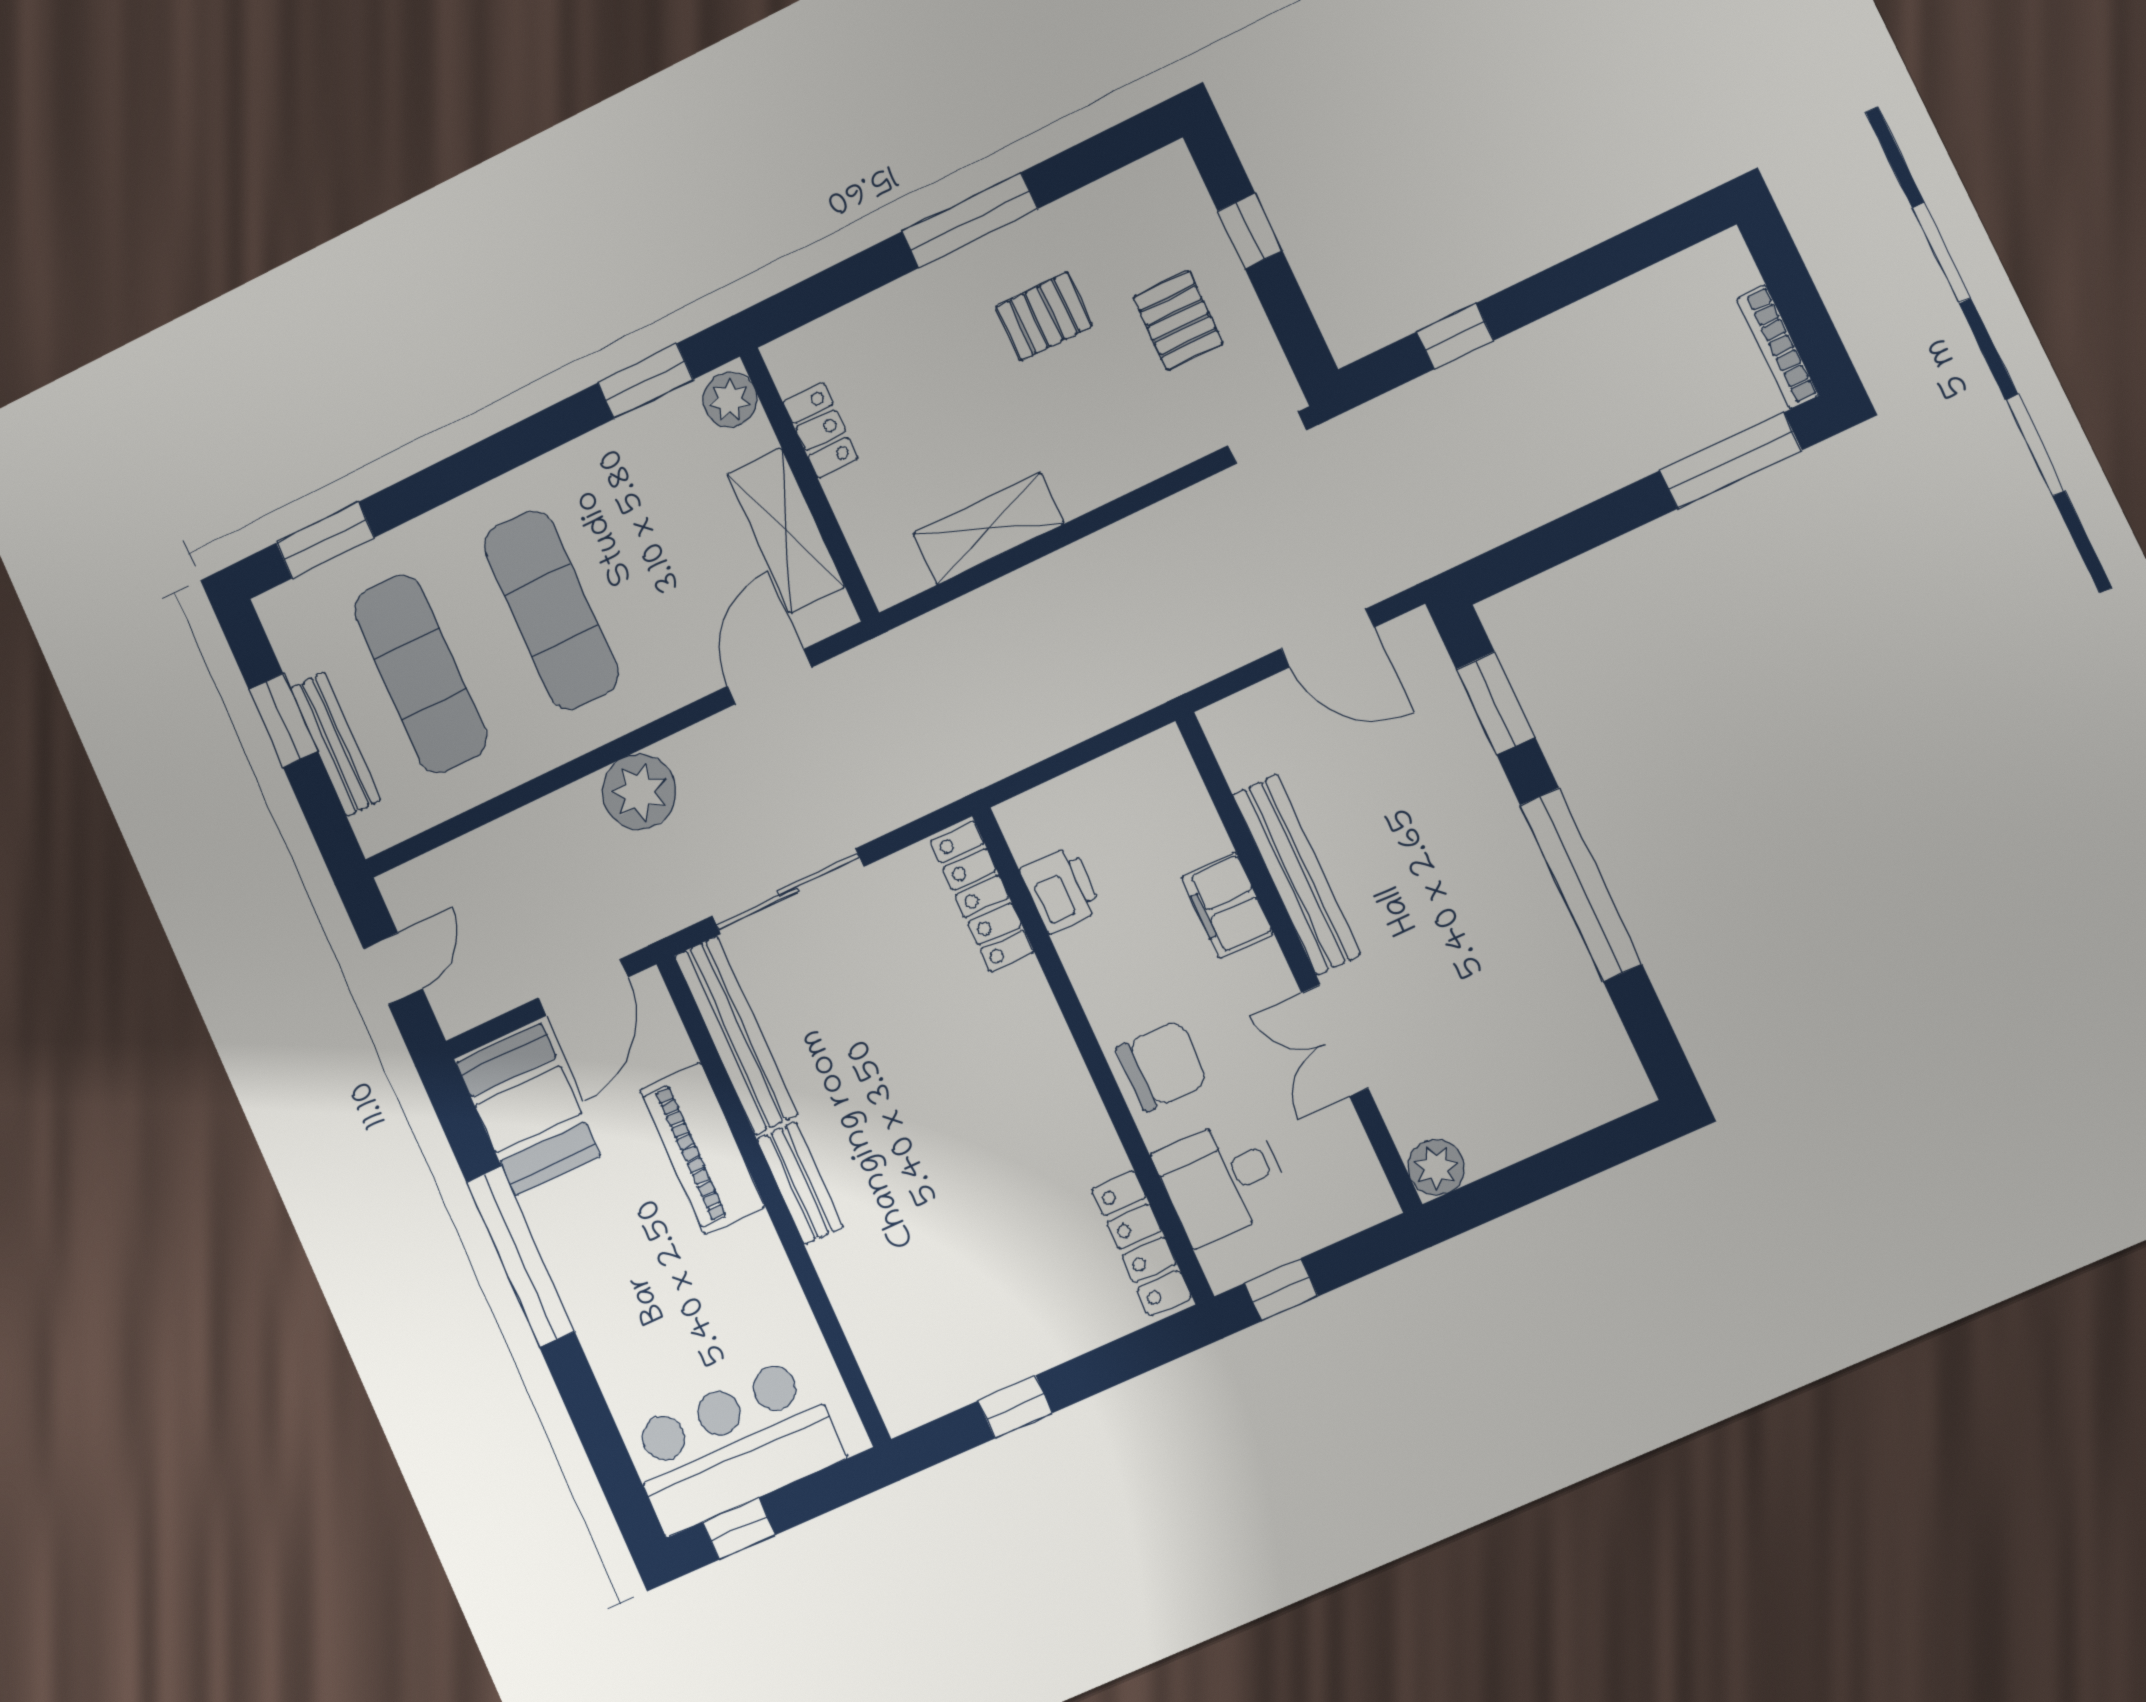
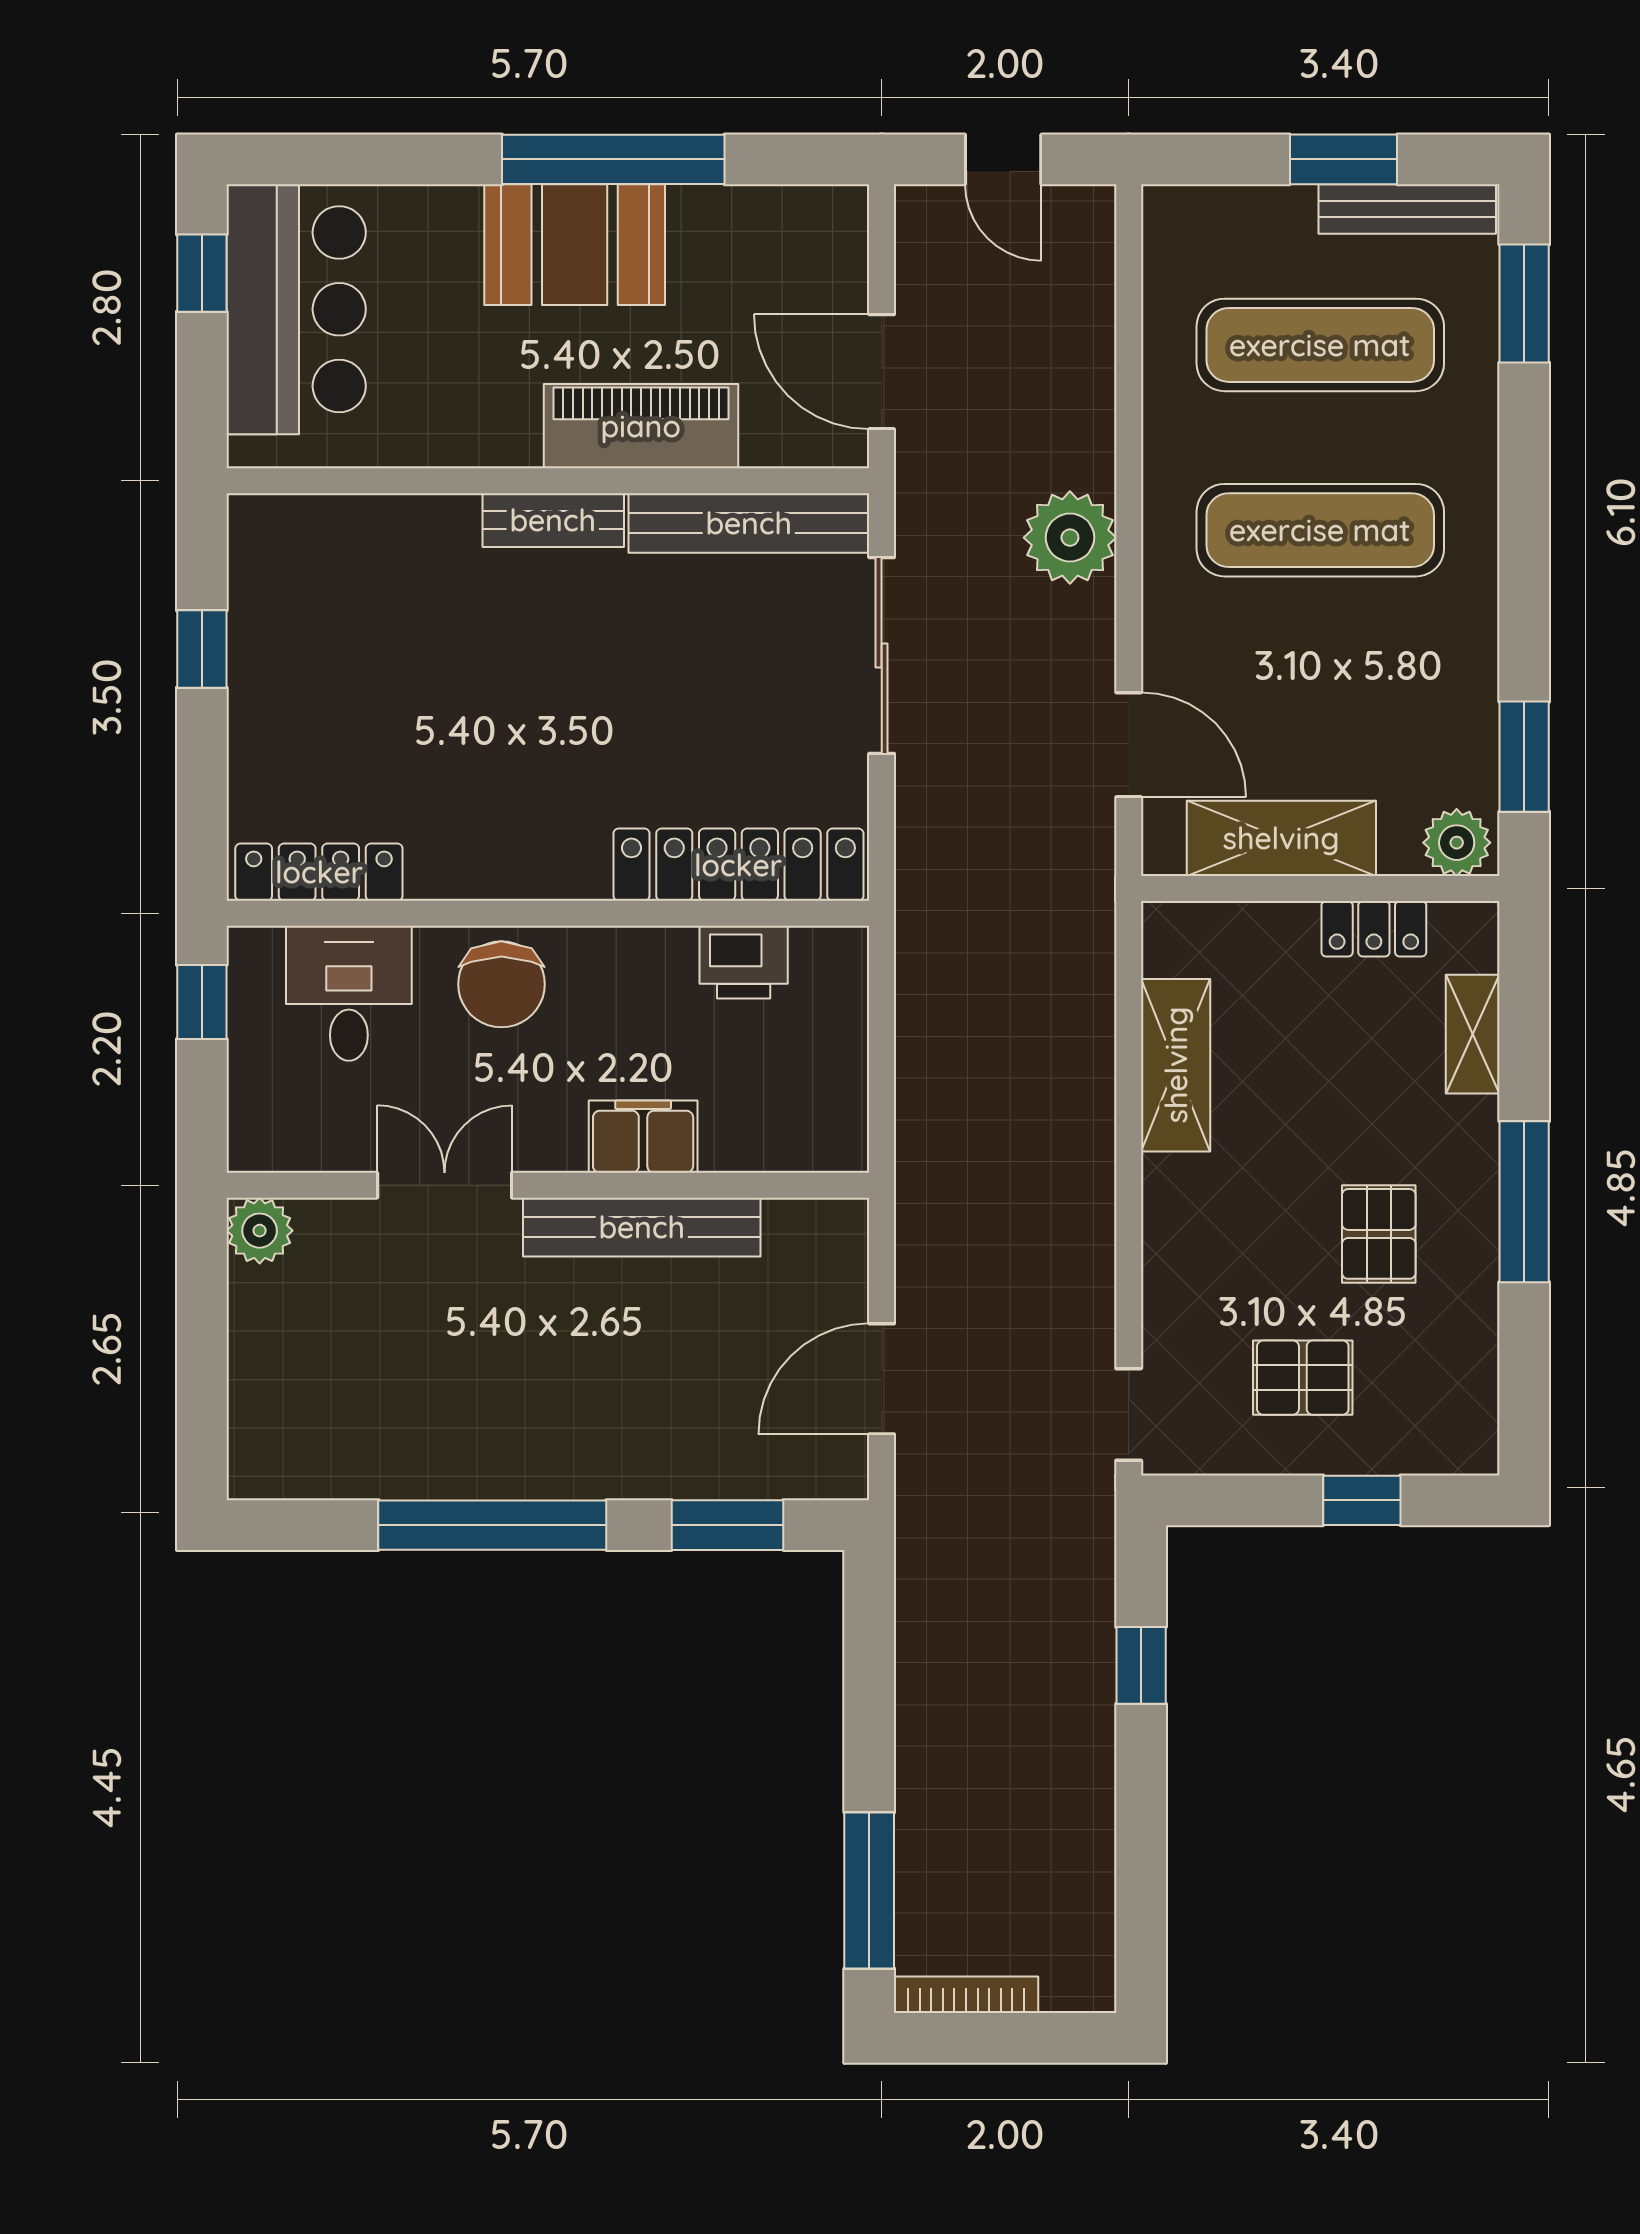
shelving: (864, 319) -> (1473, 1034), added
bench: (336, 744) -> (1407, 209), moved
locker: (982, 897) -> (738, 865), width x1.41, depth x1.21
booth: (528, 1109) -> (575, 245), moved

